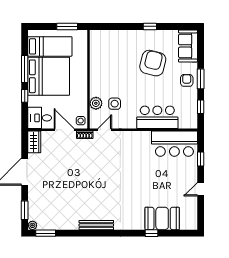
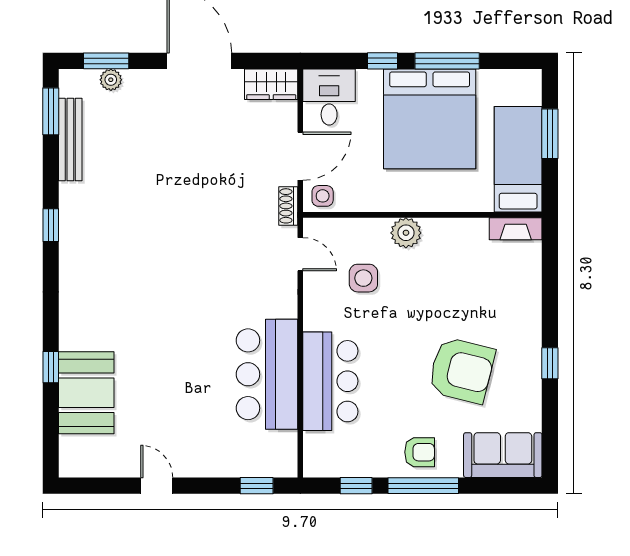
window: (67, 26) -> (550, 134), moved
fireplace: (94, 41) -> (516, 229), added
bed: (50, 46) -> (518, 159), moved, turned 180
window: (201, 79) -> (423, 486), width x1.44
plant: (96, 103) -> (406, 233), moved
bar counter: (174, 144) -> (267, 374), moved
window: (201, 159) -> (257, 486), moved
plant: (32, 225) -> (111, 80), moved
bench: (96, 225) -> (70, 140), moved
window: (93, 233) -> (51, 225), added

